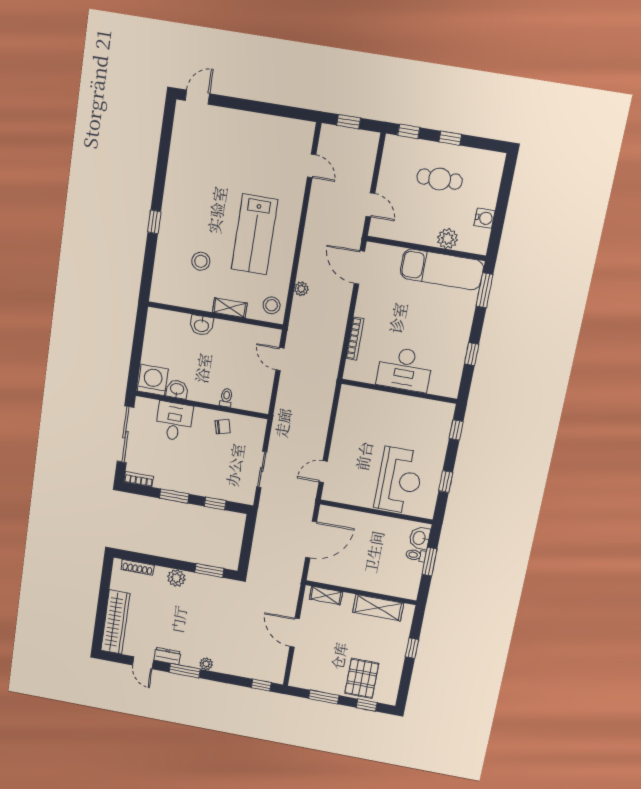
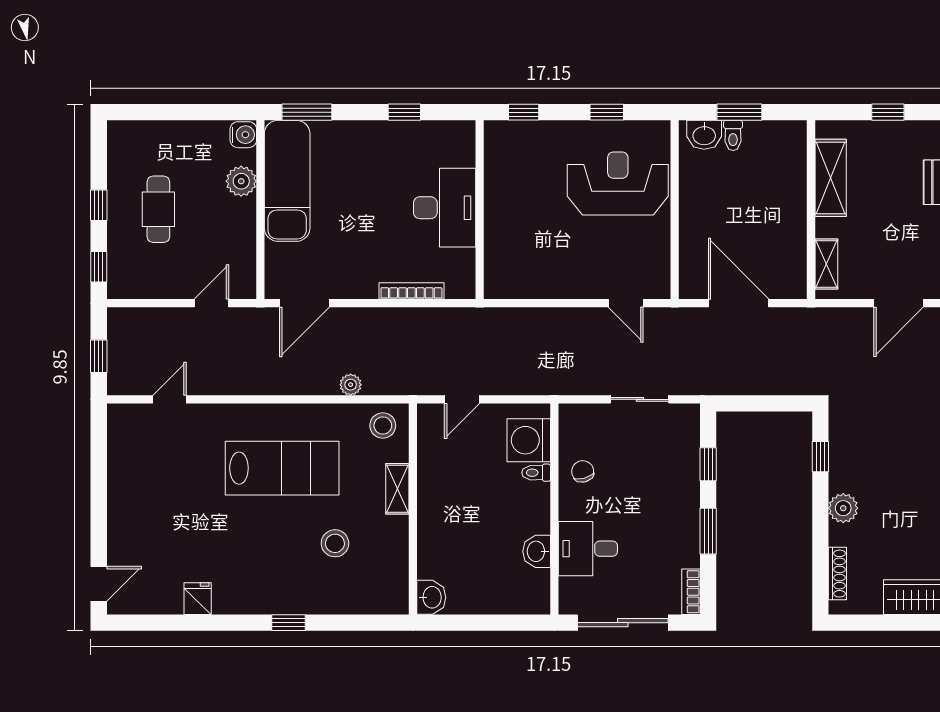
door: (197, 97) -> (99, 584), swing flipped
fridge: (178, 164) -> (198, 599), added
water cooler: (484, 218) -> (243, 135), moved, turned 90
washbasin: (201, 325) -> (431, 597), moved
washing machine: (153, 380) -> (529, 440), moved
window: (209, 570) -> (820, 457), width x0.67

